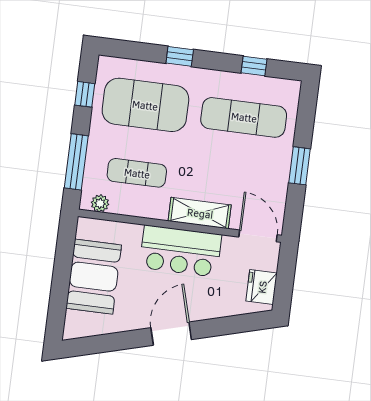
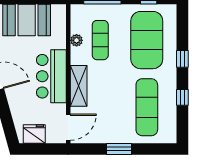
window: (254, 66) -> (182, 97), moved
plant: (100, 203) -> (77, 40), moved

